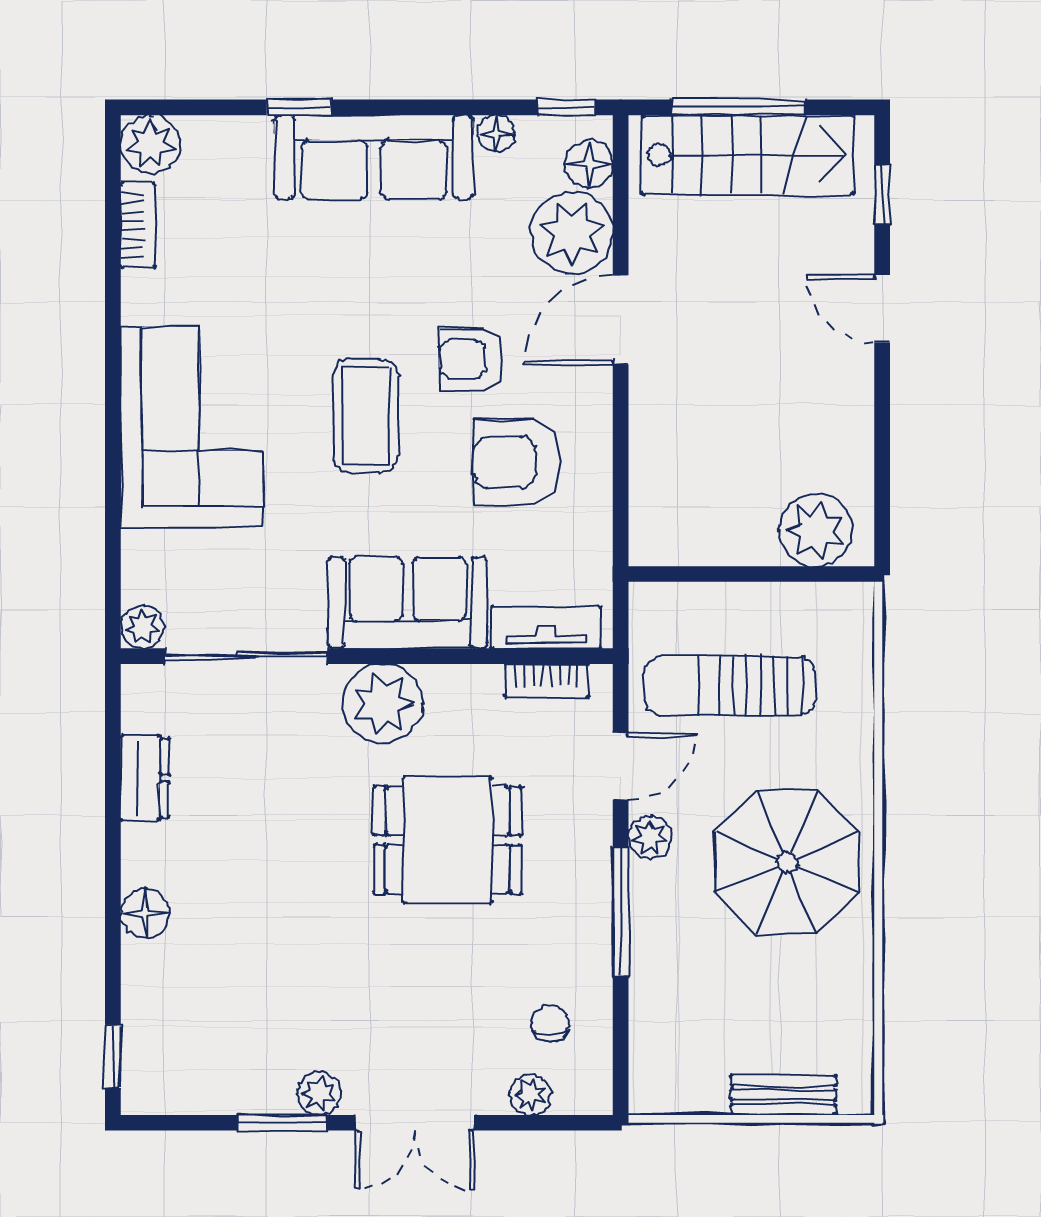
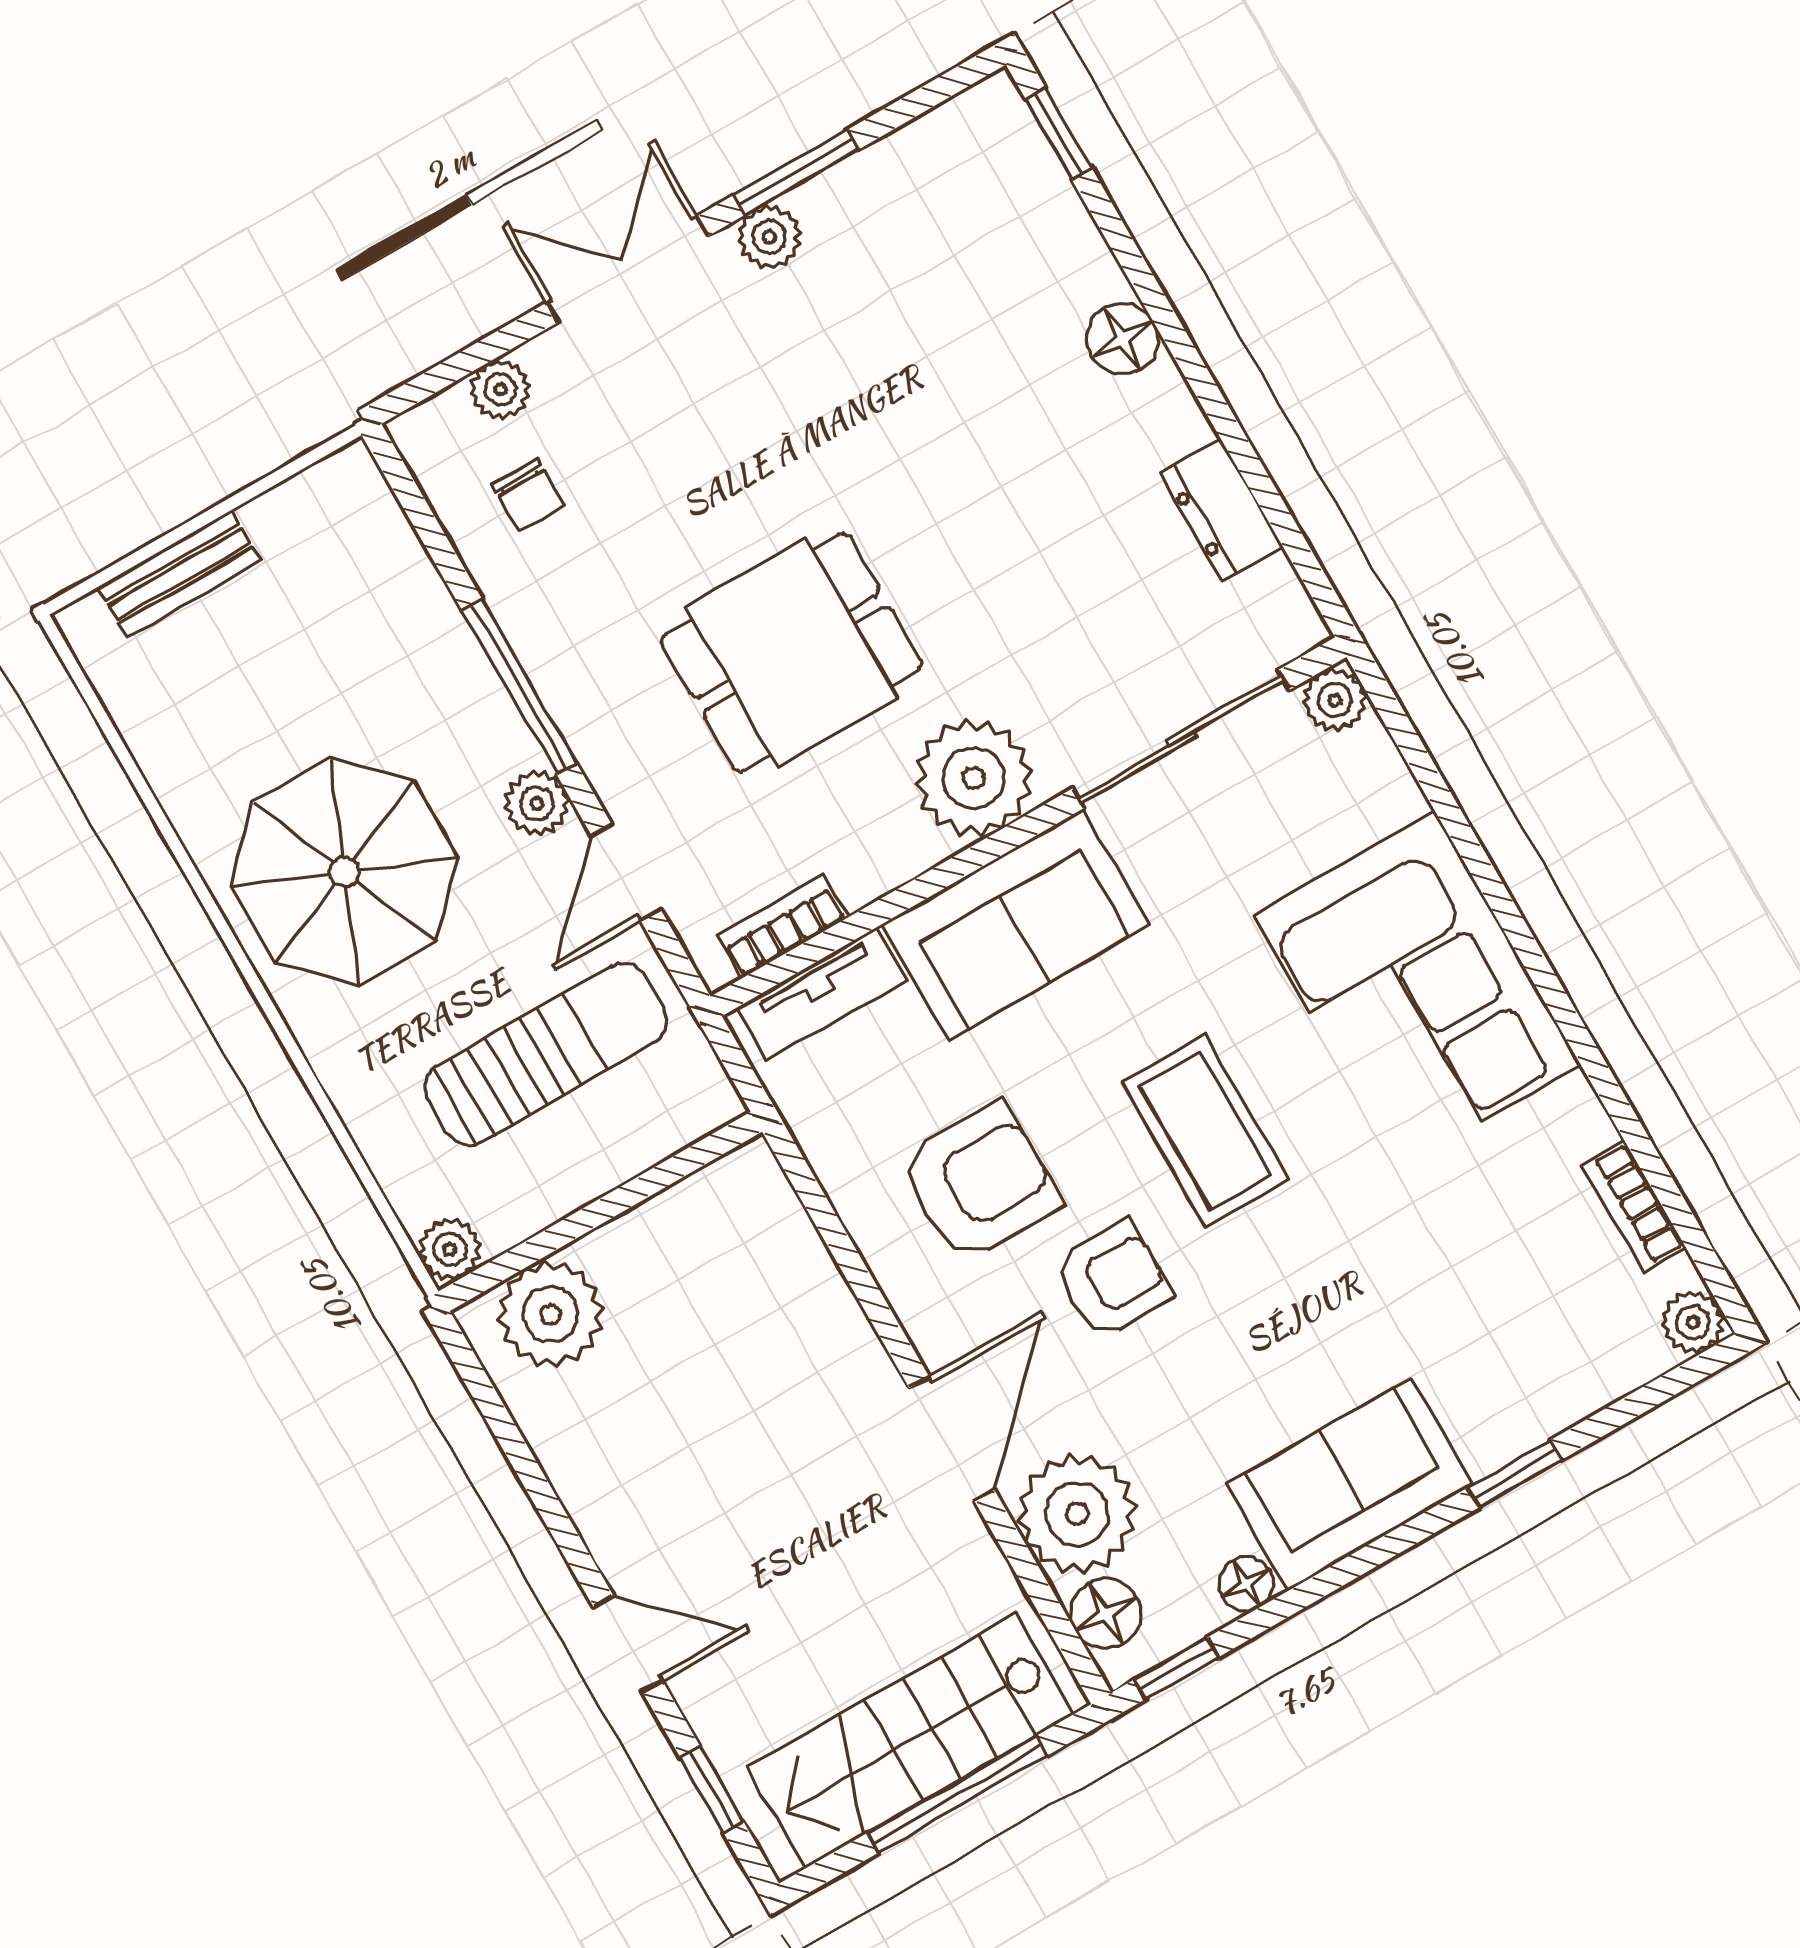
plant: (150, 144) -> (1693, 1322), width x0.73, depth x0.73
sofa: (374, 157) -> (1350, 1484), width x0.73
plant: (853, 603) -> (450, 1249), added

